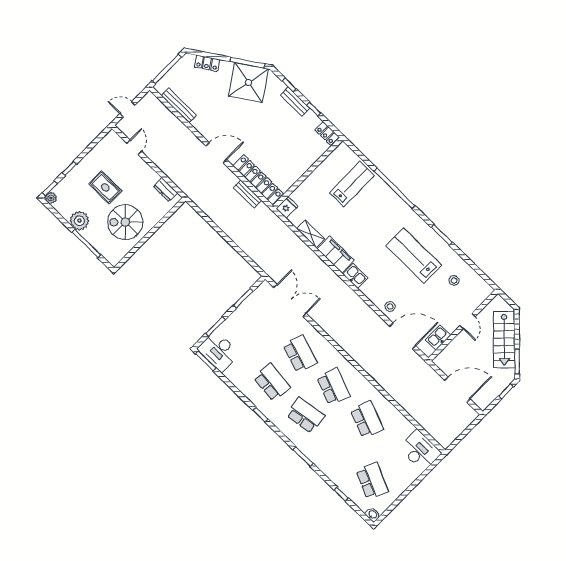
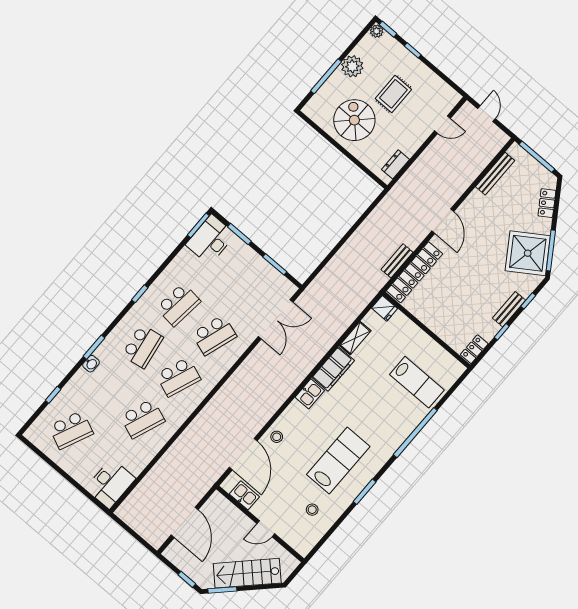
washbasin: (373, 515) -> (91, 364), moved

